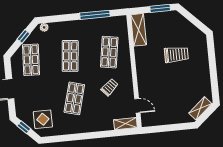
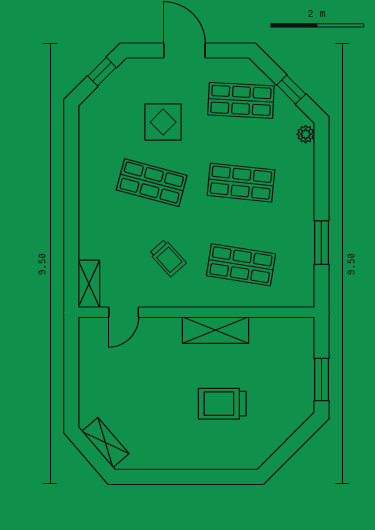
window: (95, 15) -> (321, 243), width x0.69
shelving: (139, 30) -> (216, 330), moved
trolley: (176, 55) -> (222, 404), turned 90
display table: (43, 119) -> (163, 122), moved

